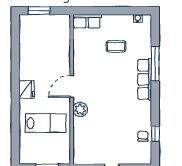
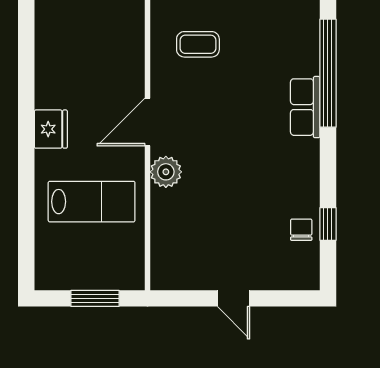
coffee table: (116, 46) -> (198, 44), moved
window: (155, 64) -> (328, 73), width x1.46
row of seats: (145, 79) -> (305, 107), width x0.68

